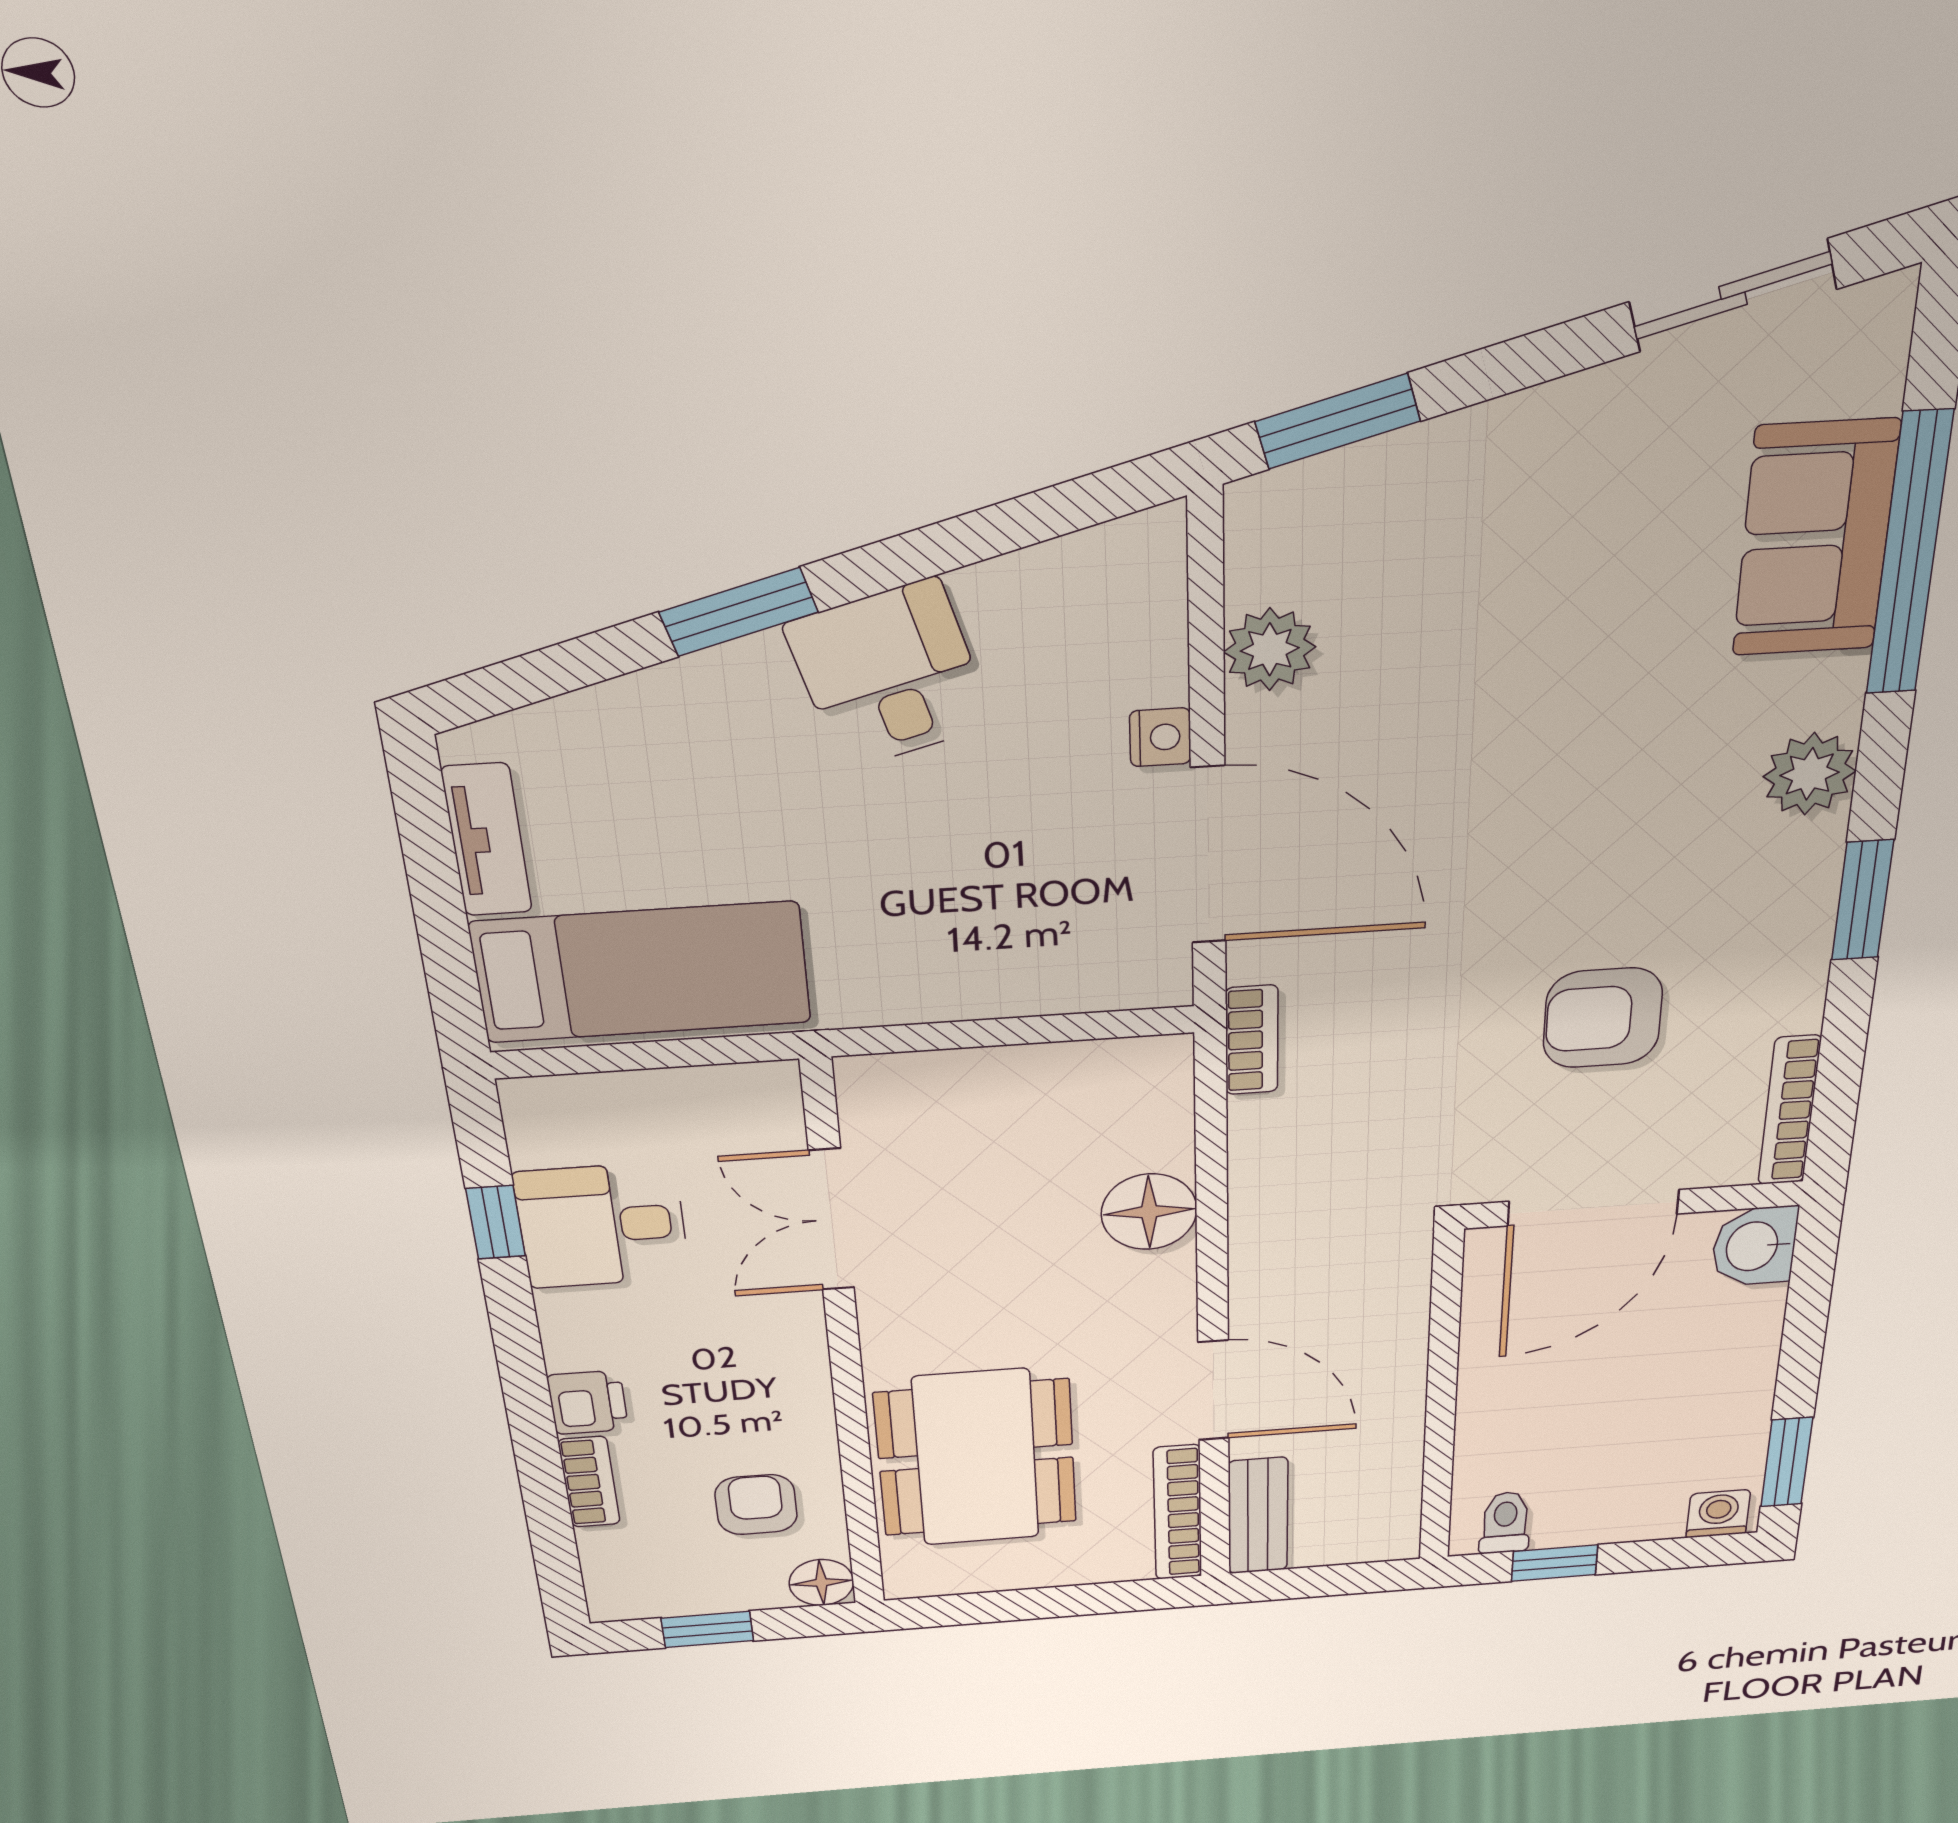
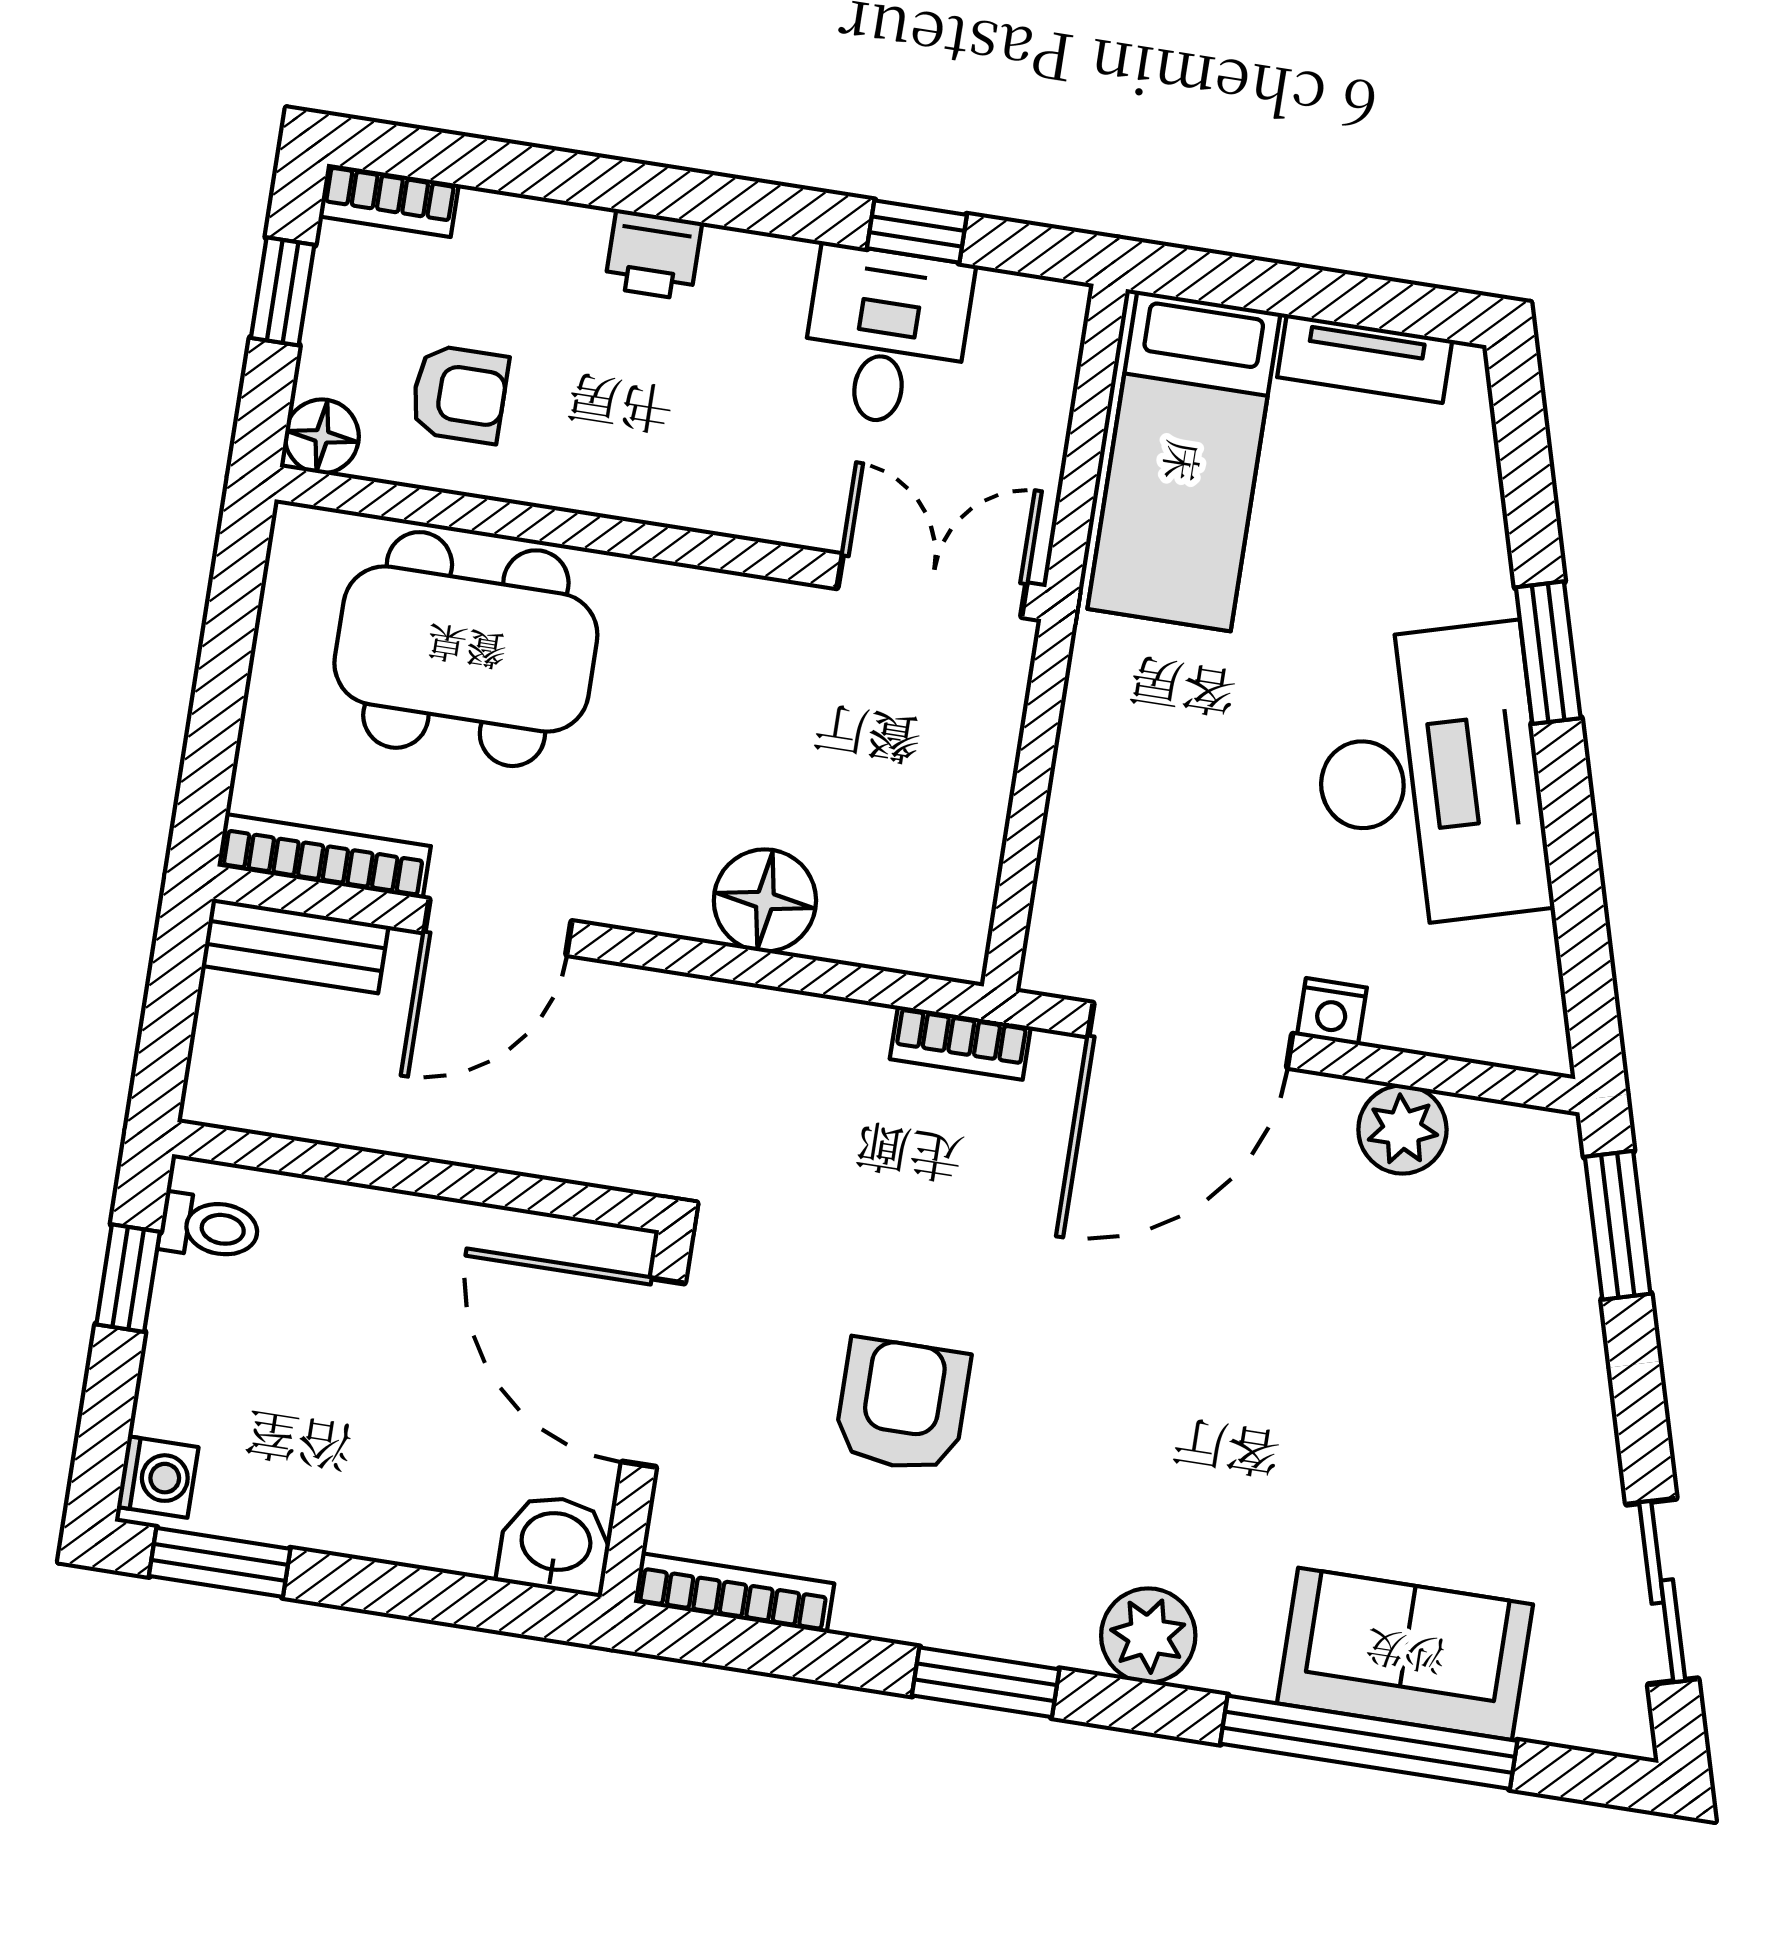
desk: (890, 675) -> (1429, 777), width x1.87, depth x1.30
double door: (831, 1220) -> (932, 586), moved
bookcase: (589, 1482) -> (389, 200), moved

